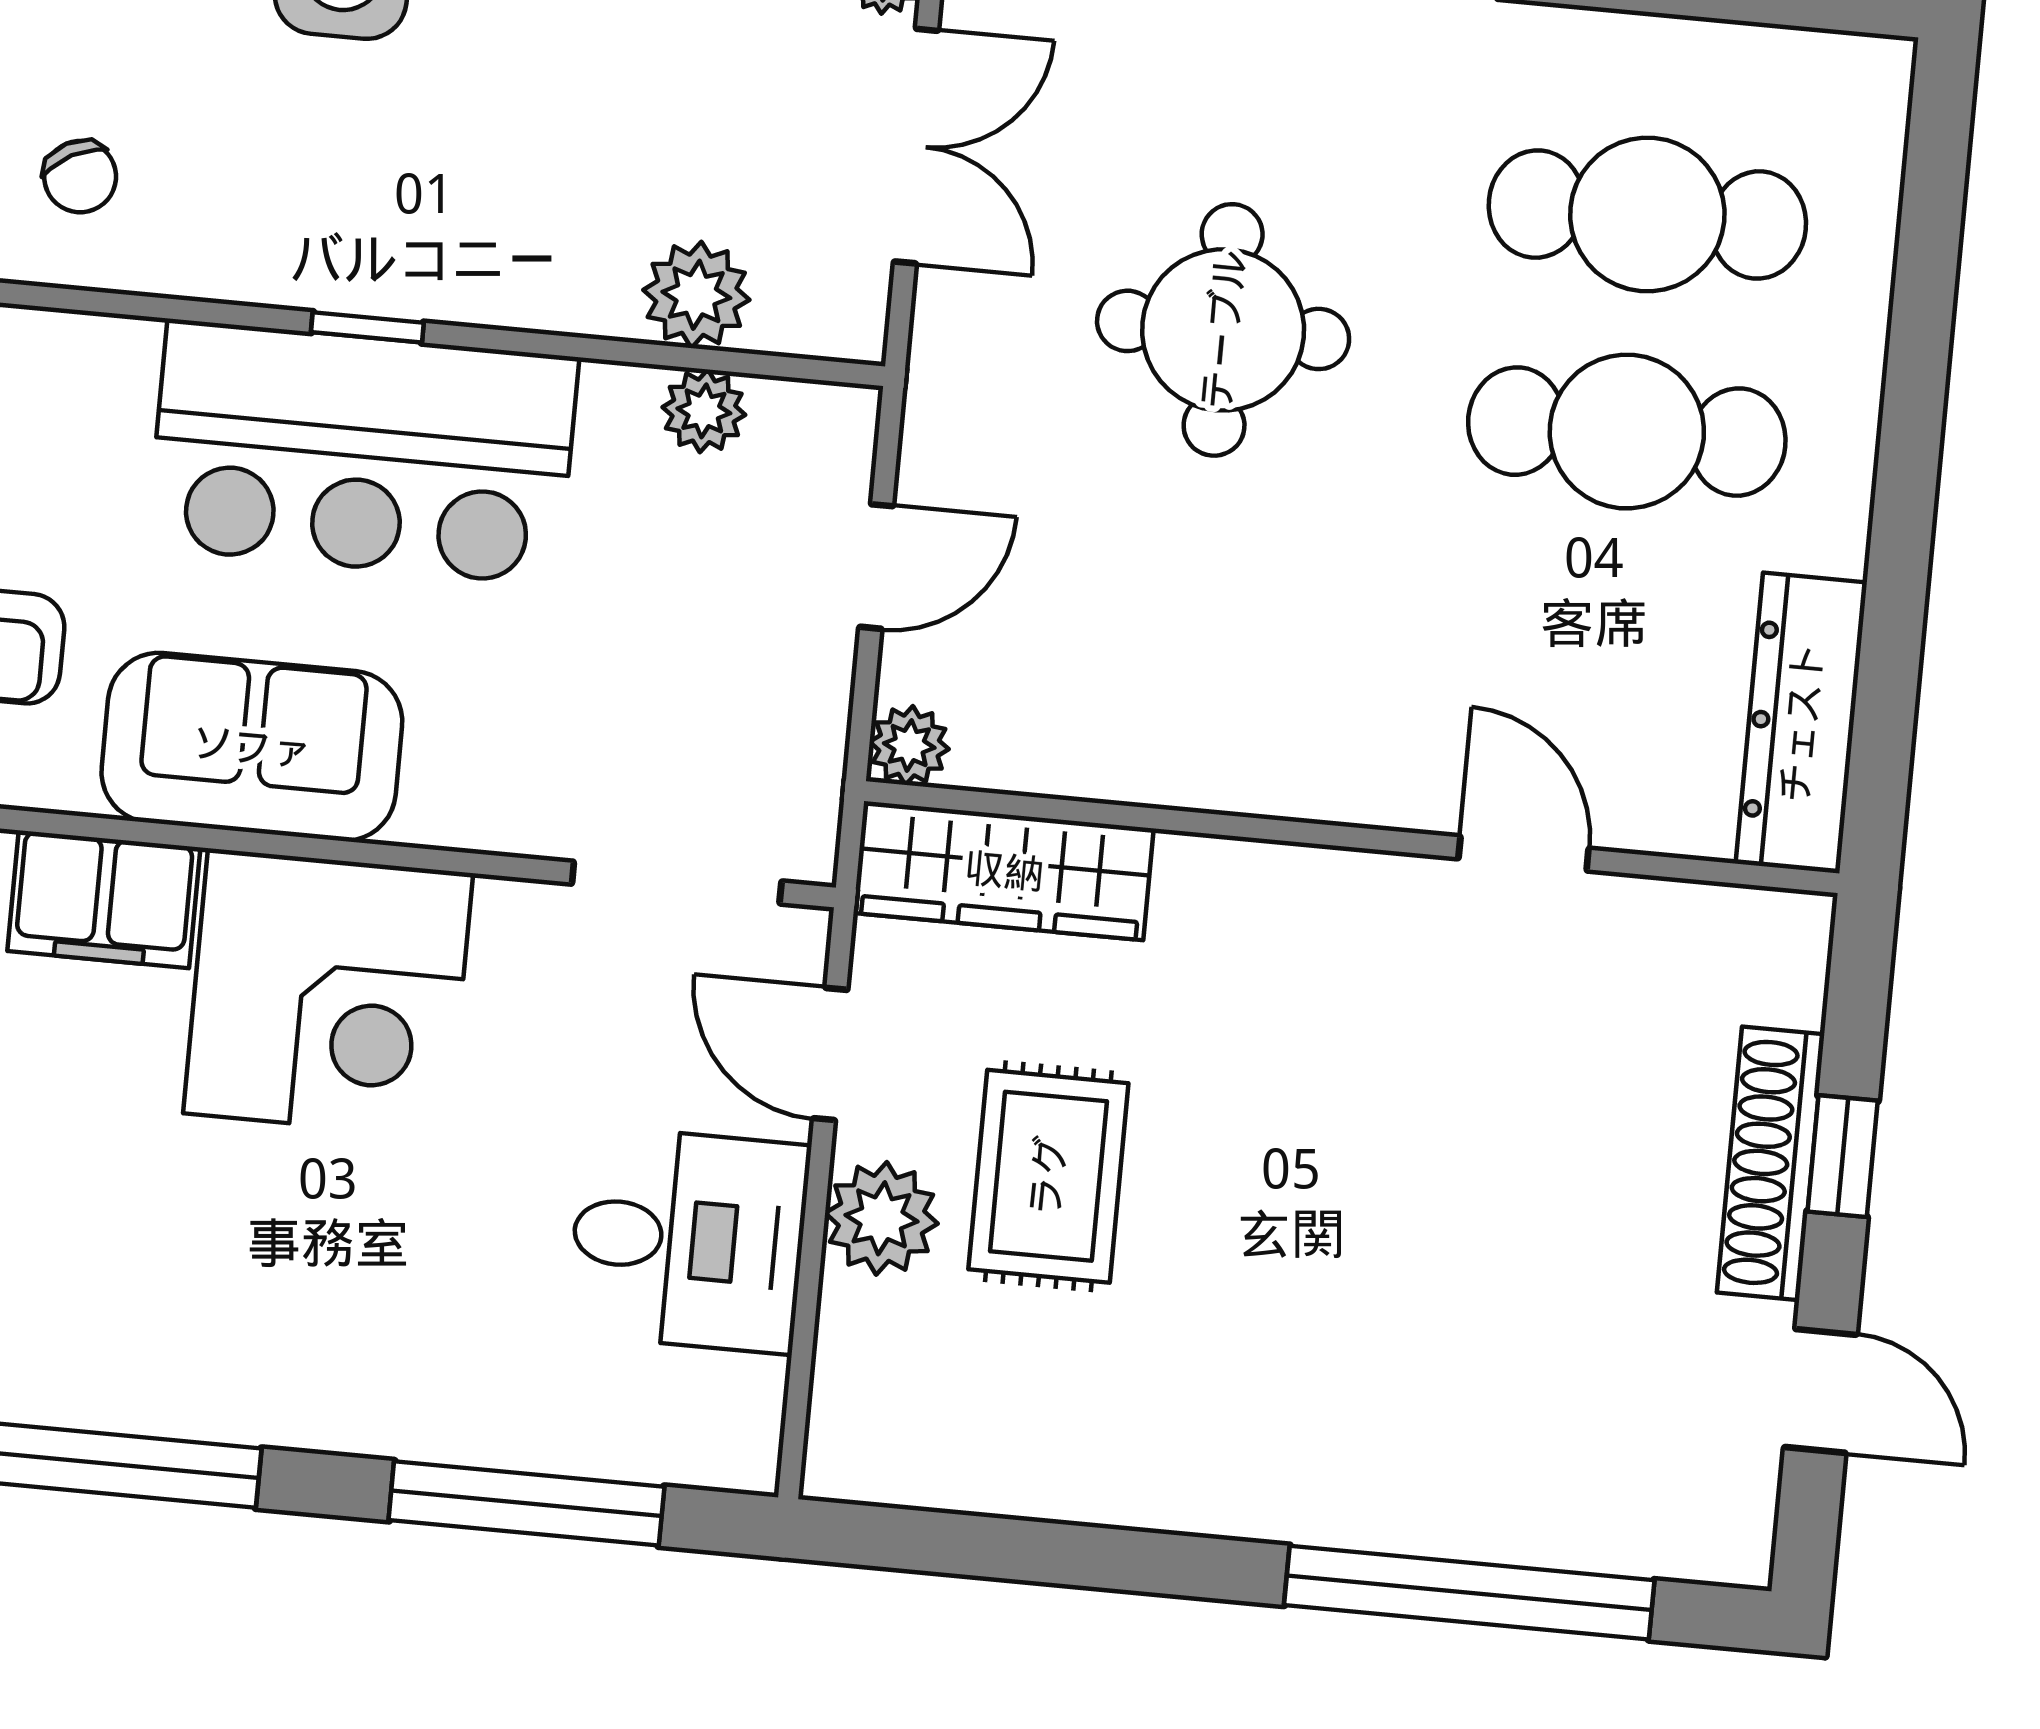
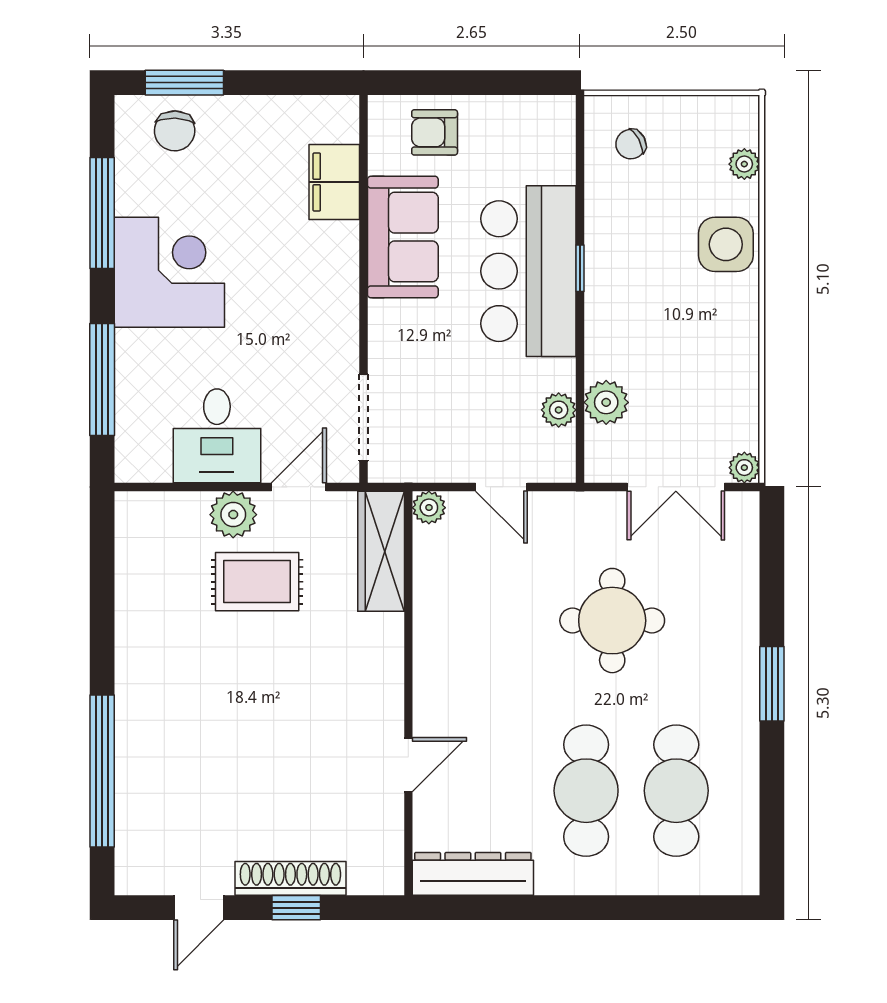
corner desk: (328, 993) -> (169, 272), moved, turned 180

